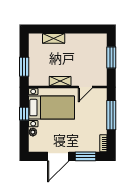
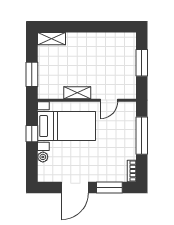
shelving: (54, 38) -> (51, 39), moved

